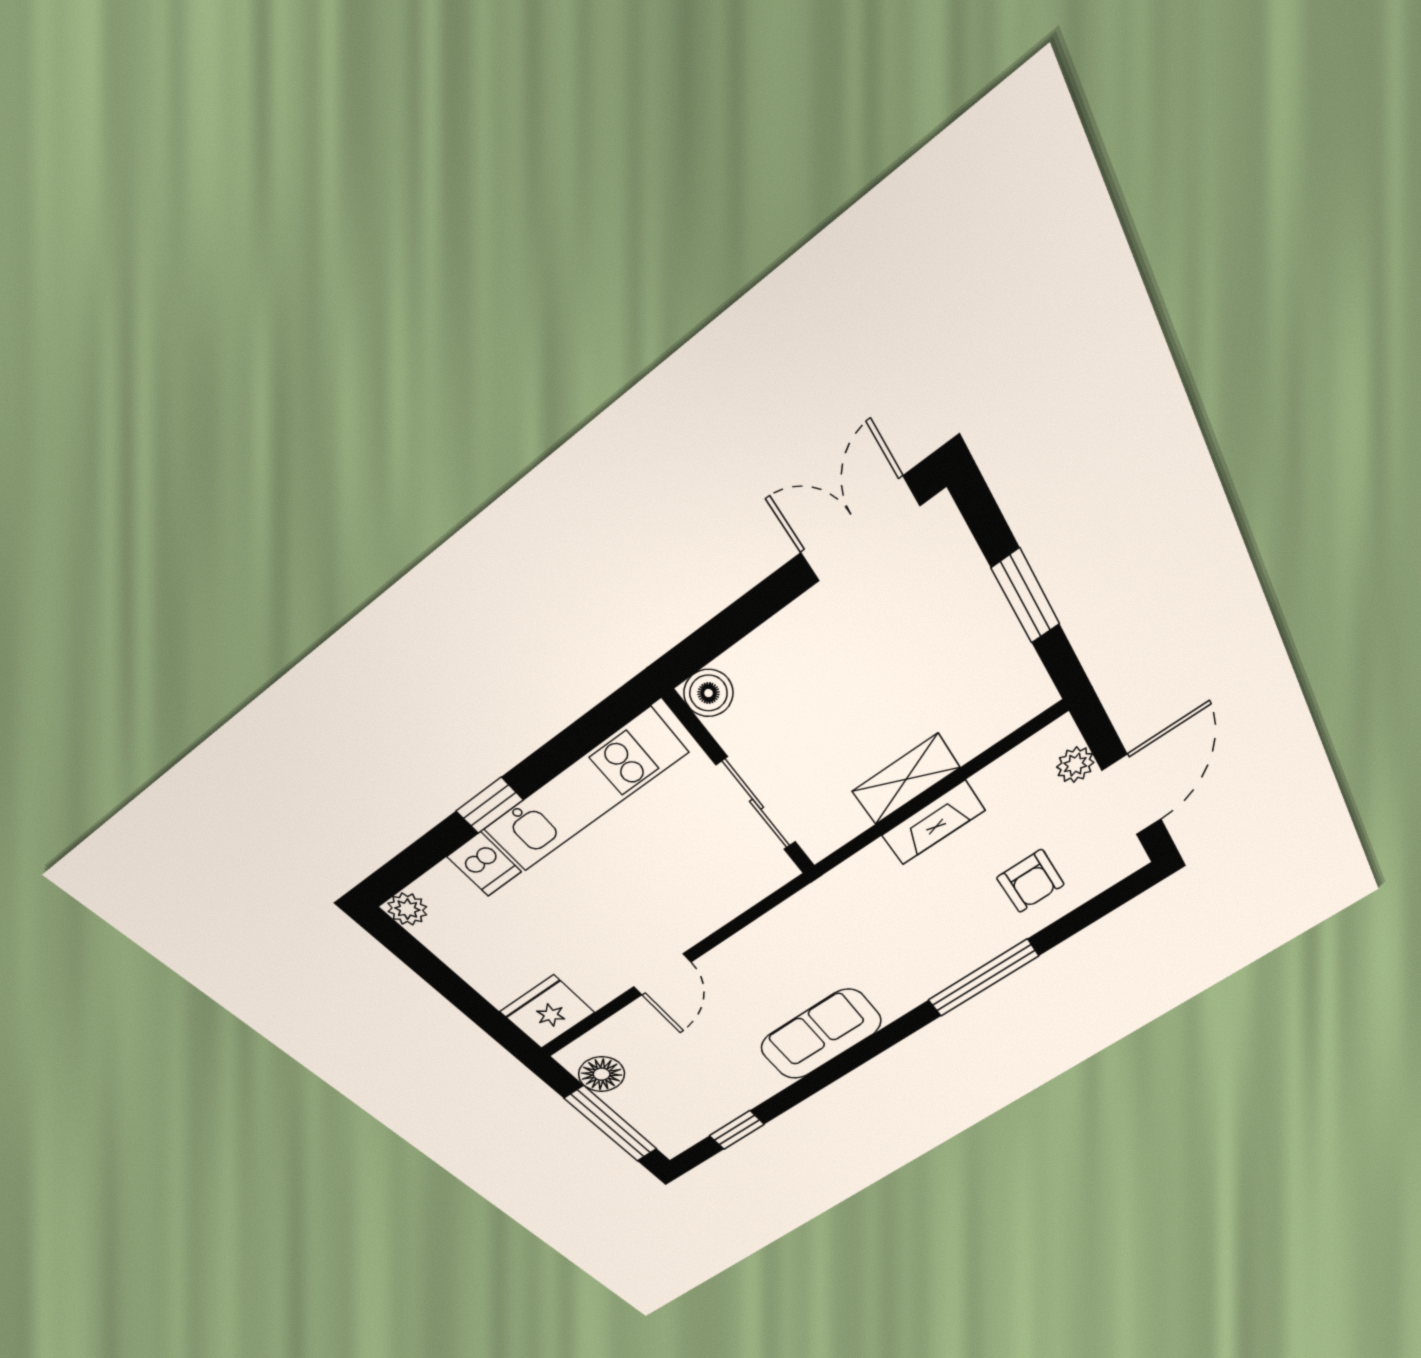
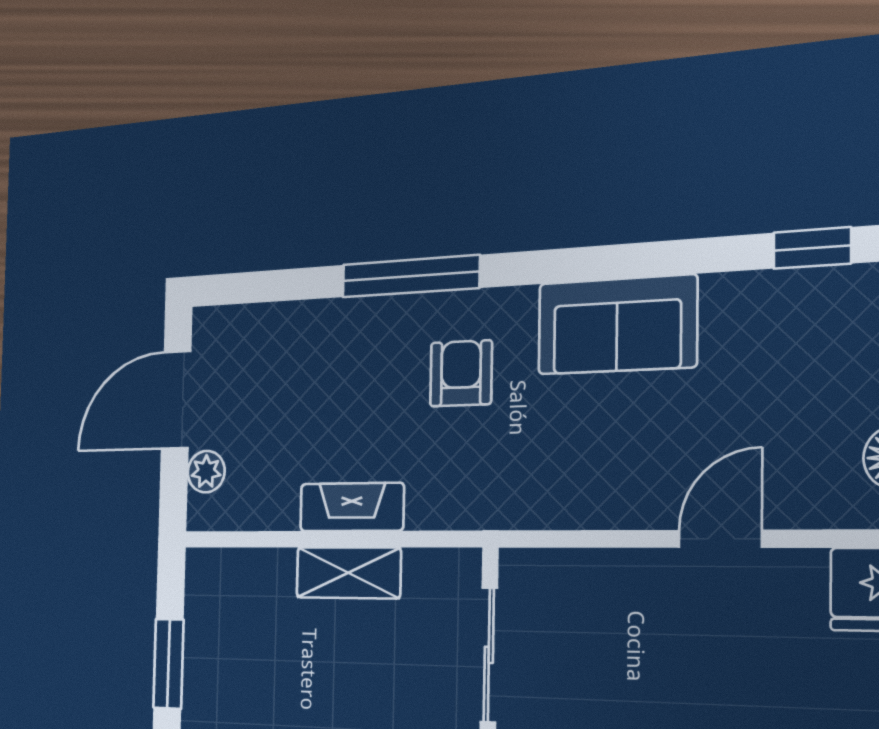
armchair: (1031, 881) -> (461, 373), moved

